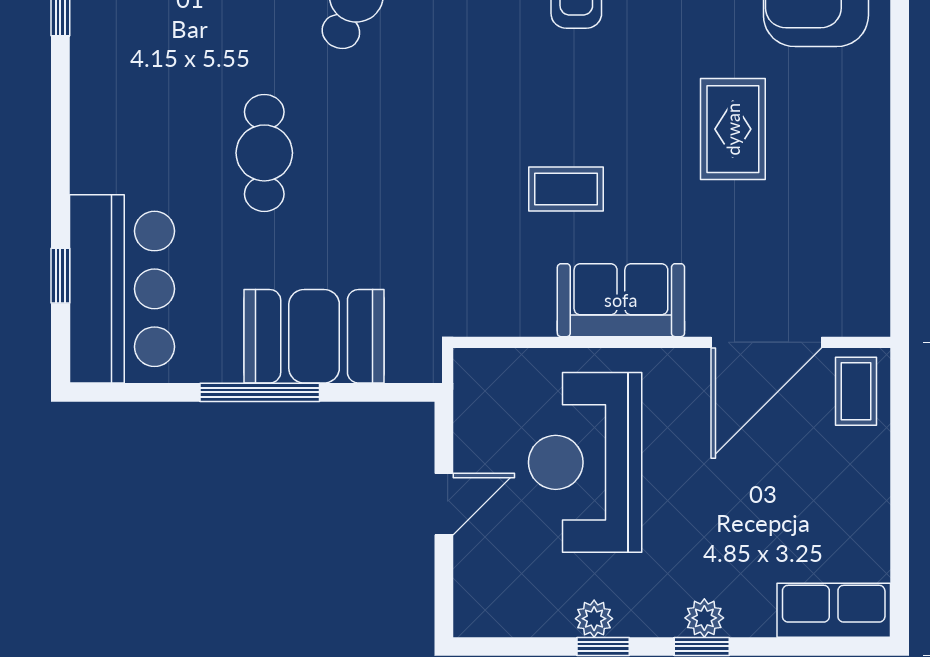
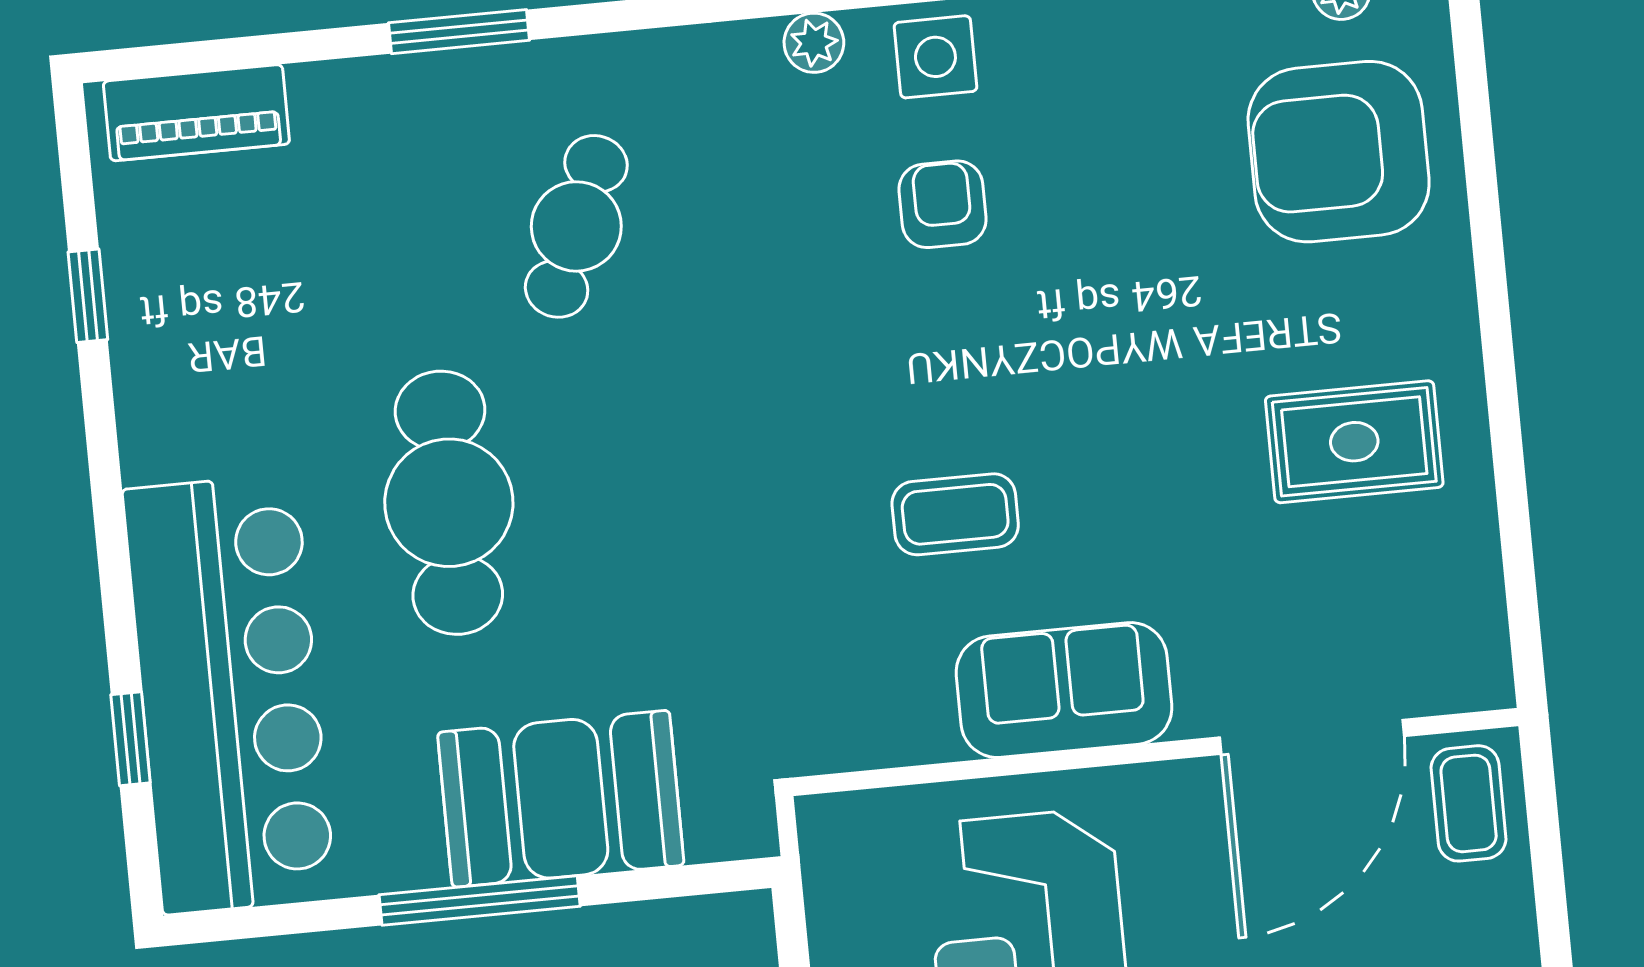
rug: (733, 129) -> (1354, 442), moved, turned 90
cafe table: (264, 153) -> (449, 503), width x1.37, depth x1.35
bar counter: (122, 289) -> (229, 694), width x1.36

